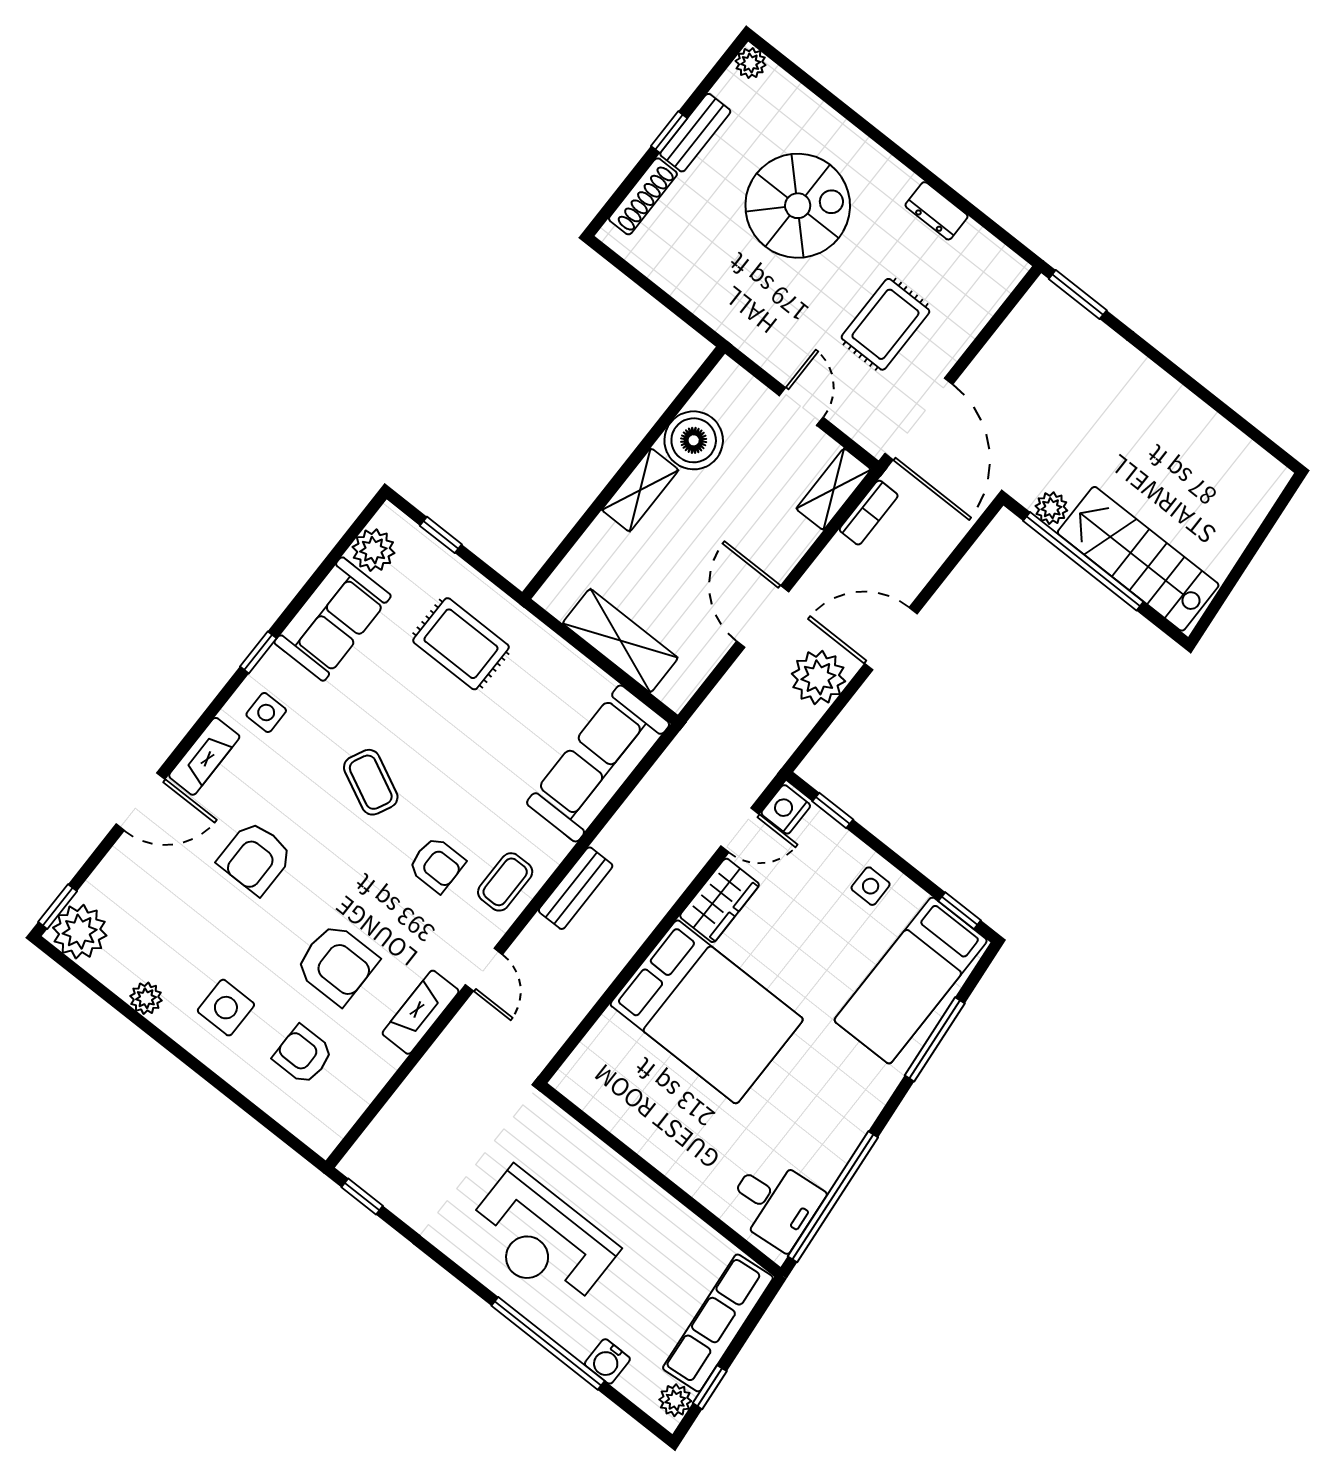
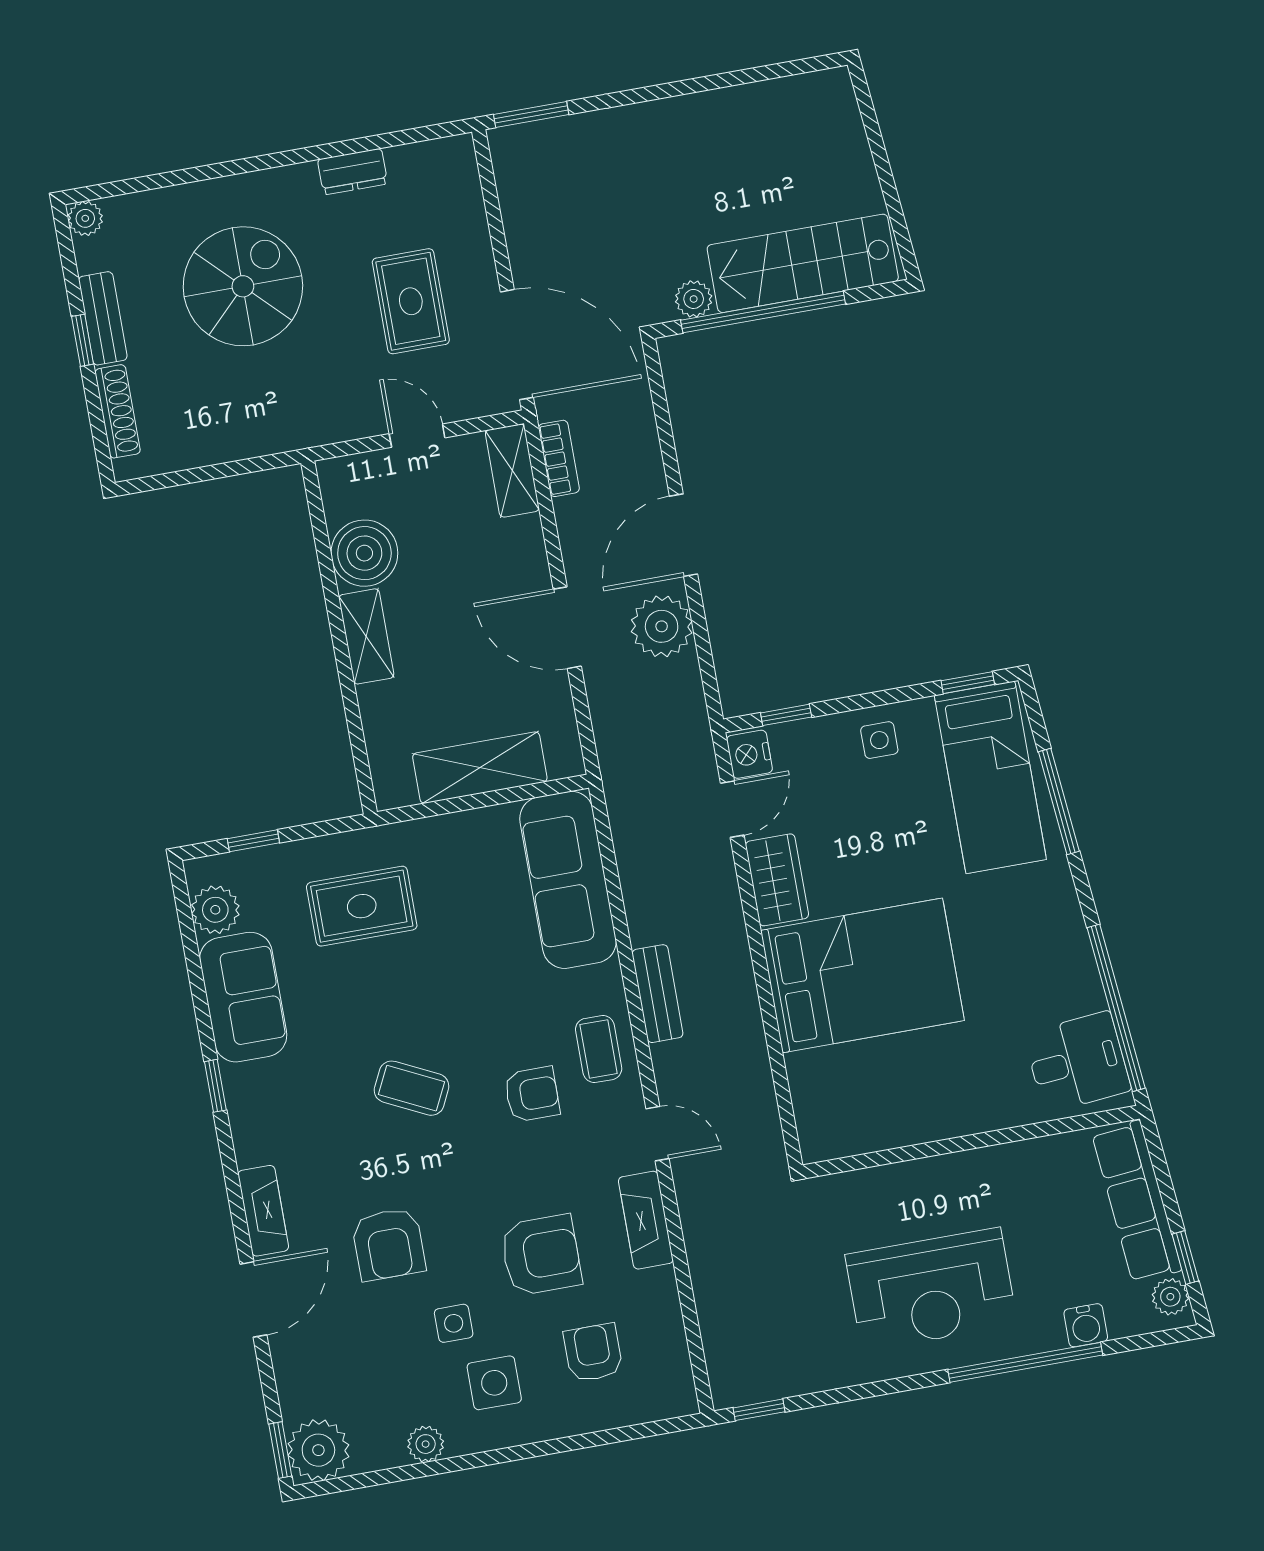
side table: (266, 713) -> (454, 1323), moved
armchair: (303, 1055) -> (593, 1353), turned 90

